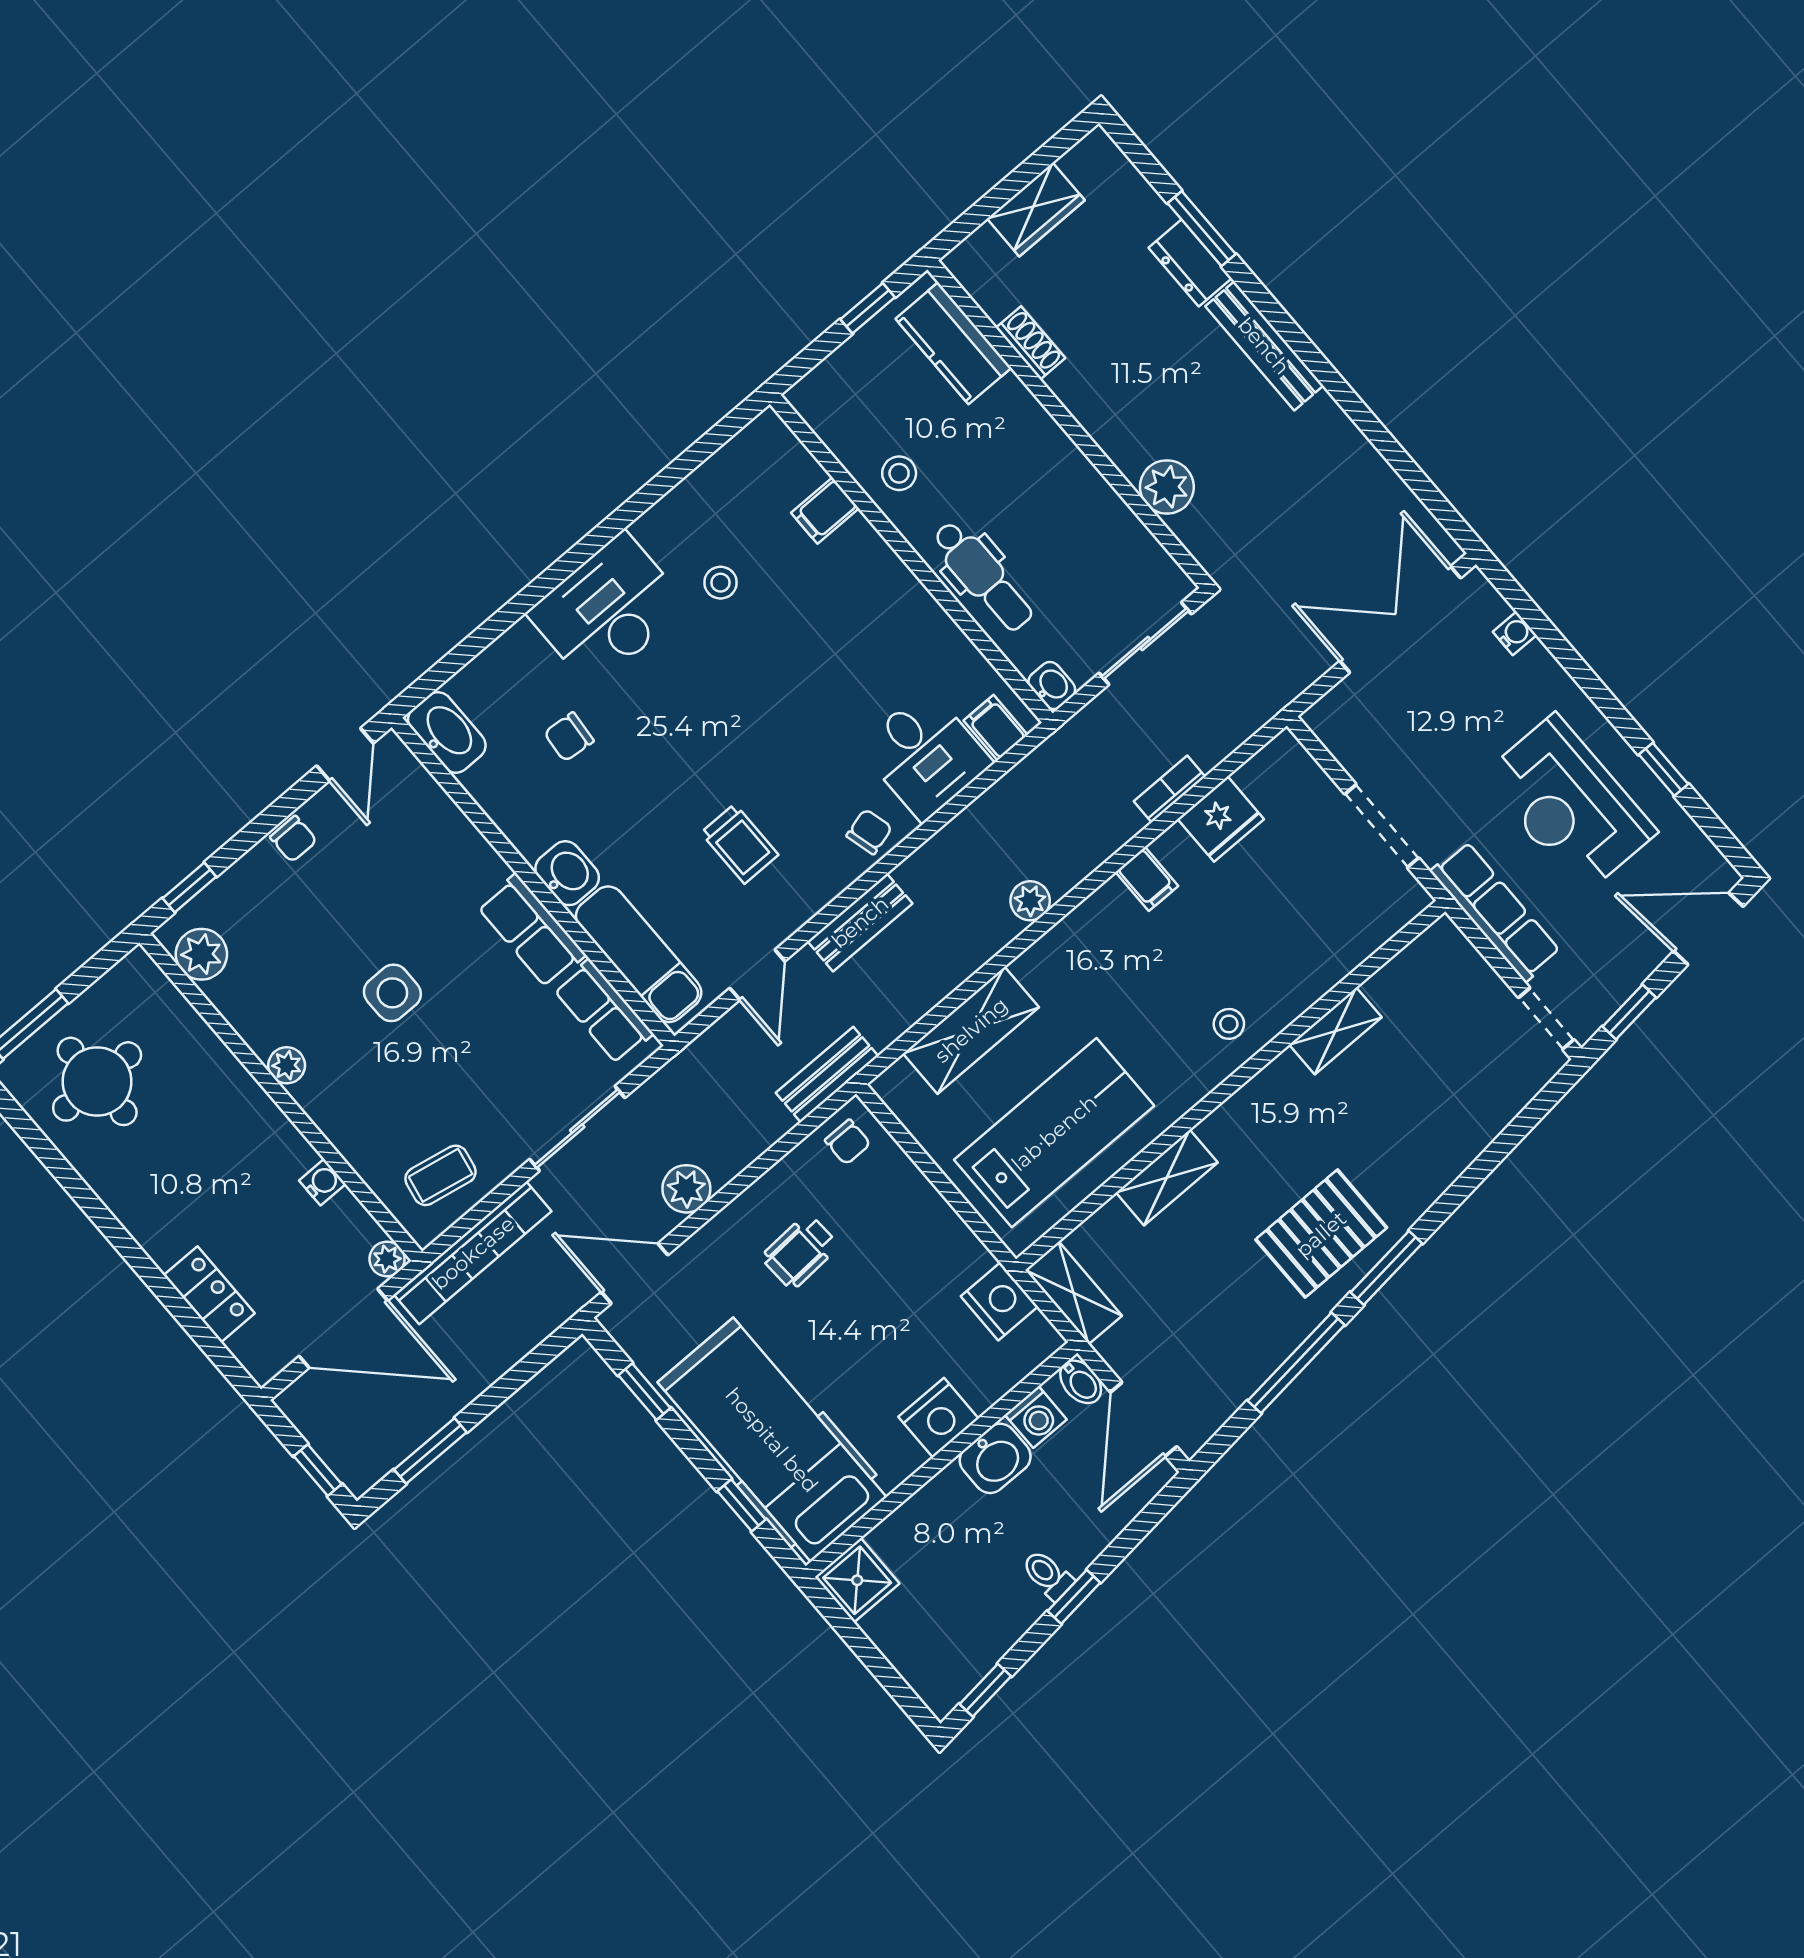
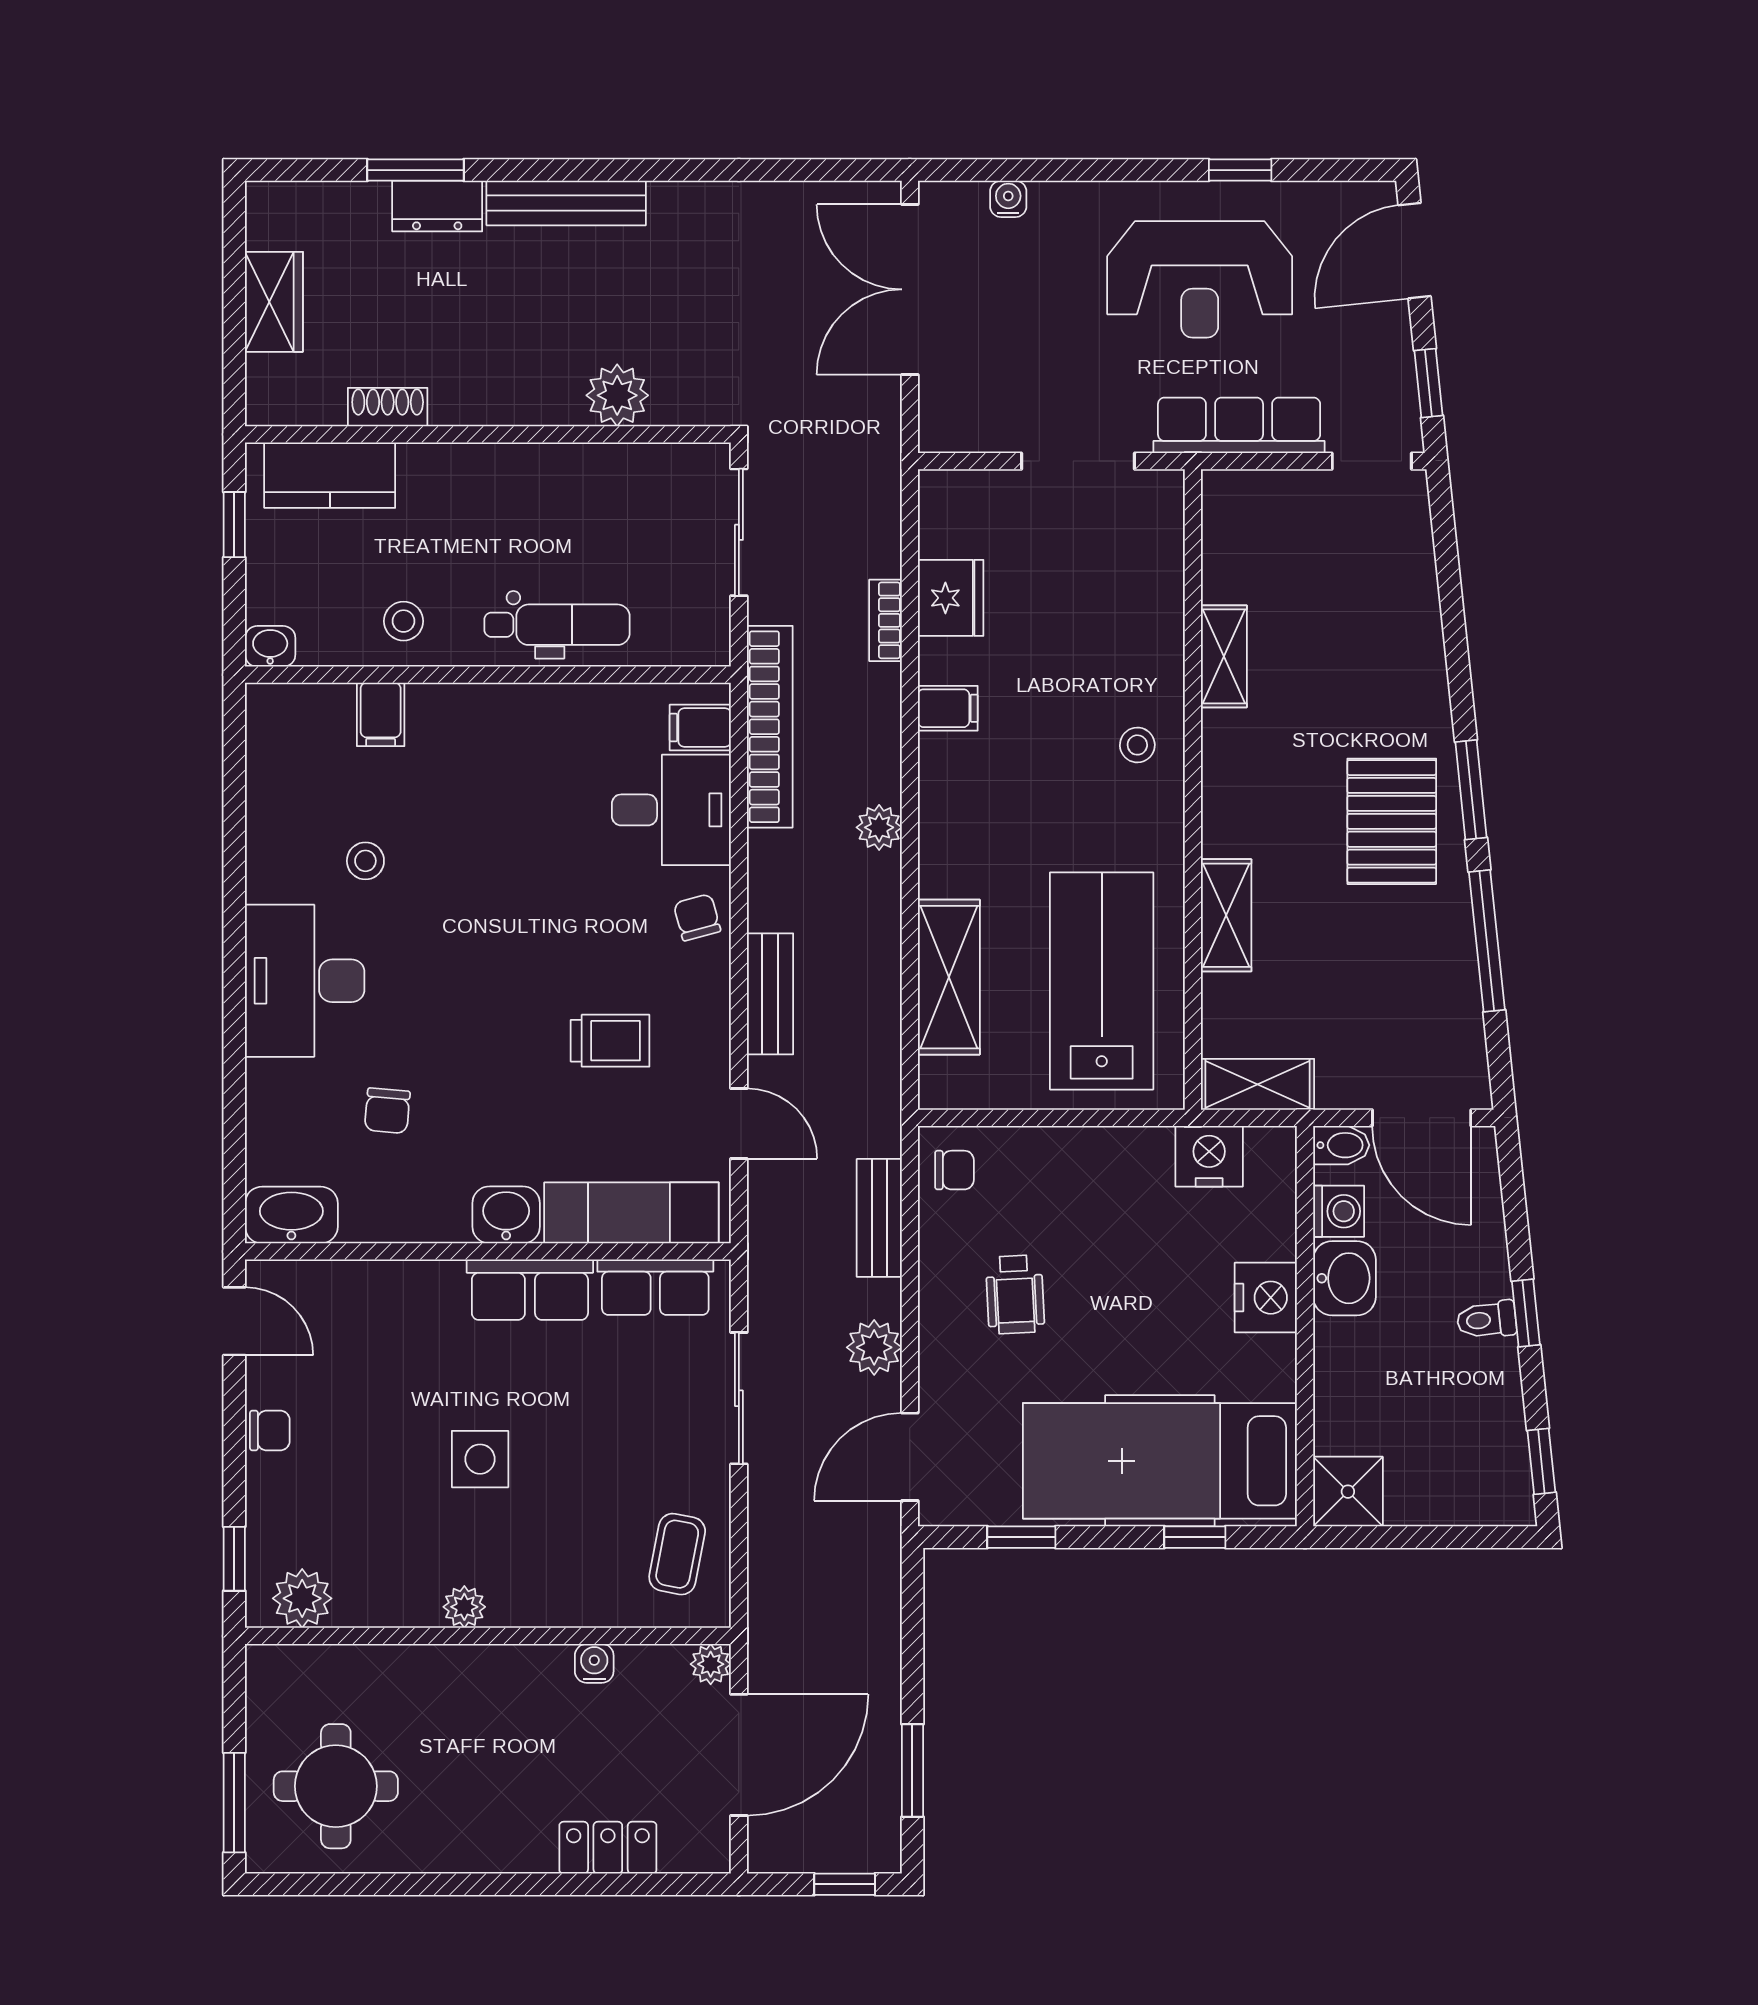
washbasin: (1052, 686) -> (270, 646), moved
bench: (827, 1074) -> (879, 1218), moved
bookcase: (473, 1253) -> (770, 727), moved

